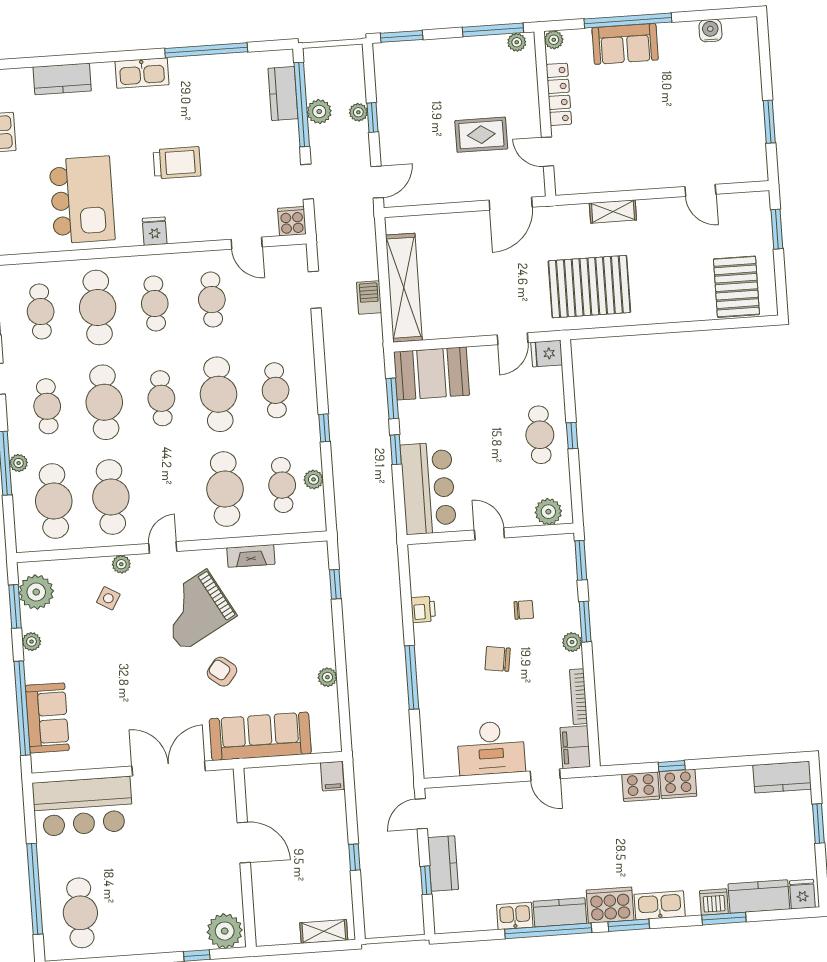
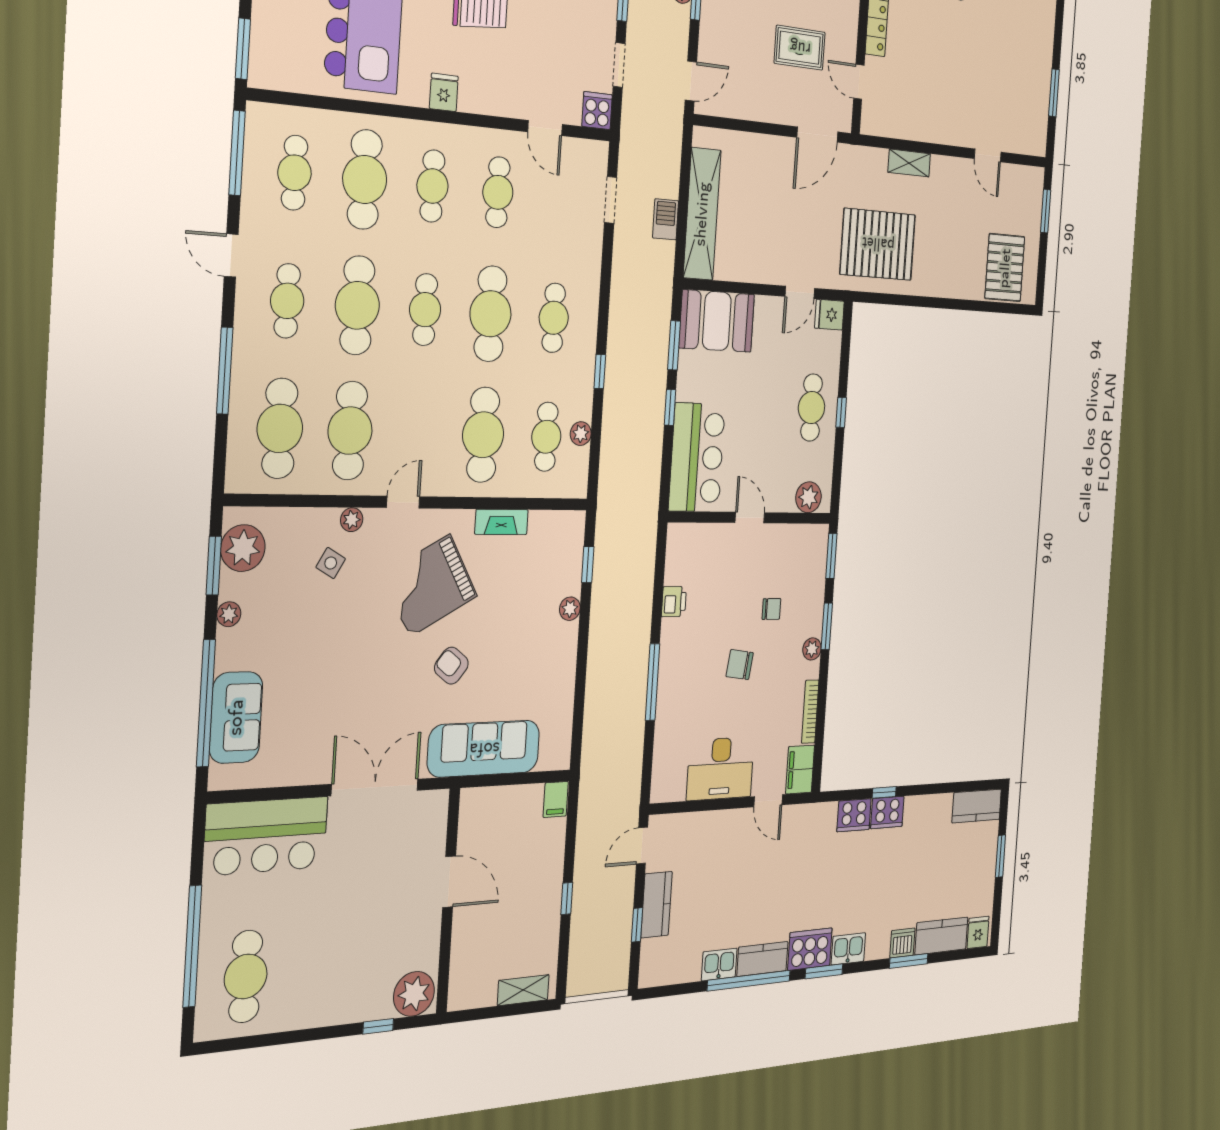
plant: (19, 463) -> (242, 372), removed
plant: (327, 677) -> (570, 609), moved
kitchen sink: (660, 905) -> (848, 949), width x0.73

